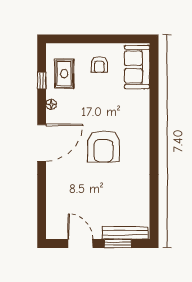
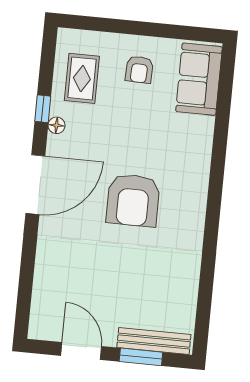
window: (42, 81) -> (43, 109), moved

